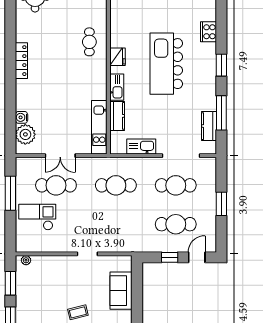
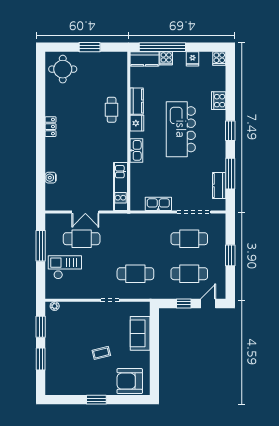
locker: (21, 61) -> (50, 127), width x0.66
kitchen counter: (117, 116) -> (137, 101), moved
plant: (25, 134) -> (54, 193), removed
cafe table: (116, 185) -> (135, 274), moved

